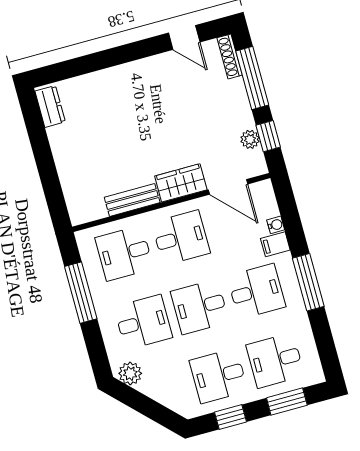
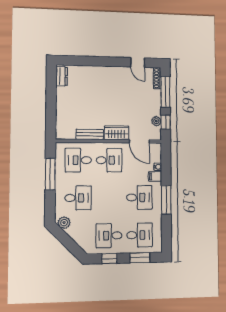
desk: (200, 307) -> (109, 198), removed
desk: (275, 360) -> (140, 235), turned 180

